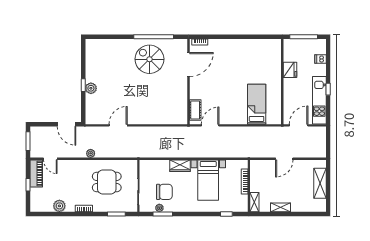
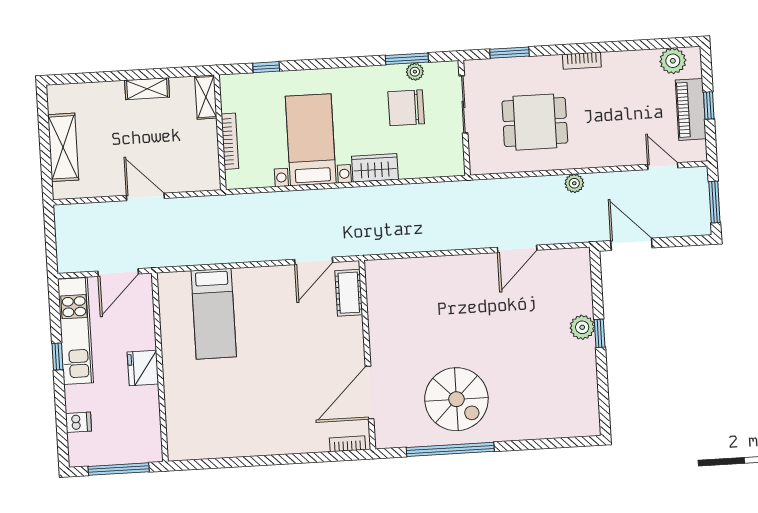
fridge: (290, 70) -> (143, 368), moved
door: (284, 159) -> (145, 197), hinge flipped
piano: (36, 173) -> (691, 109), moved
plant: (59, 206) -> (673, 61), moved

